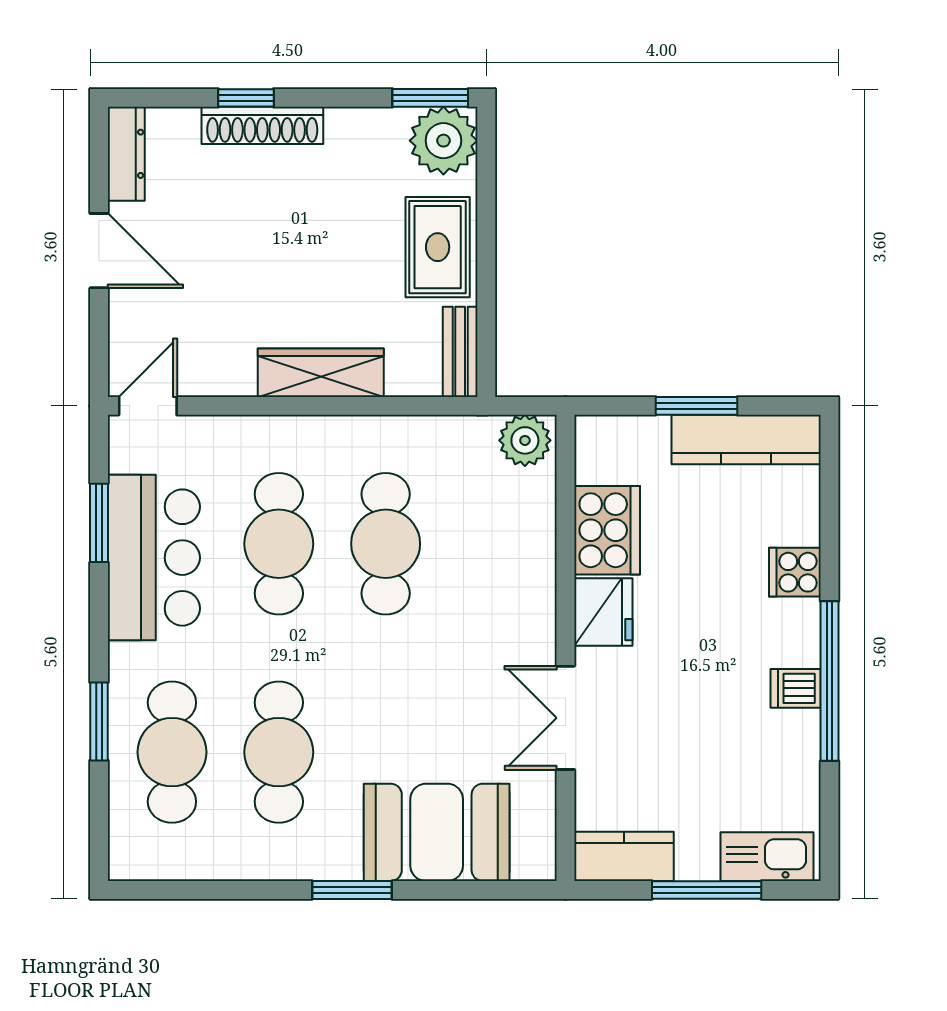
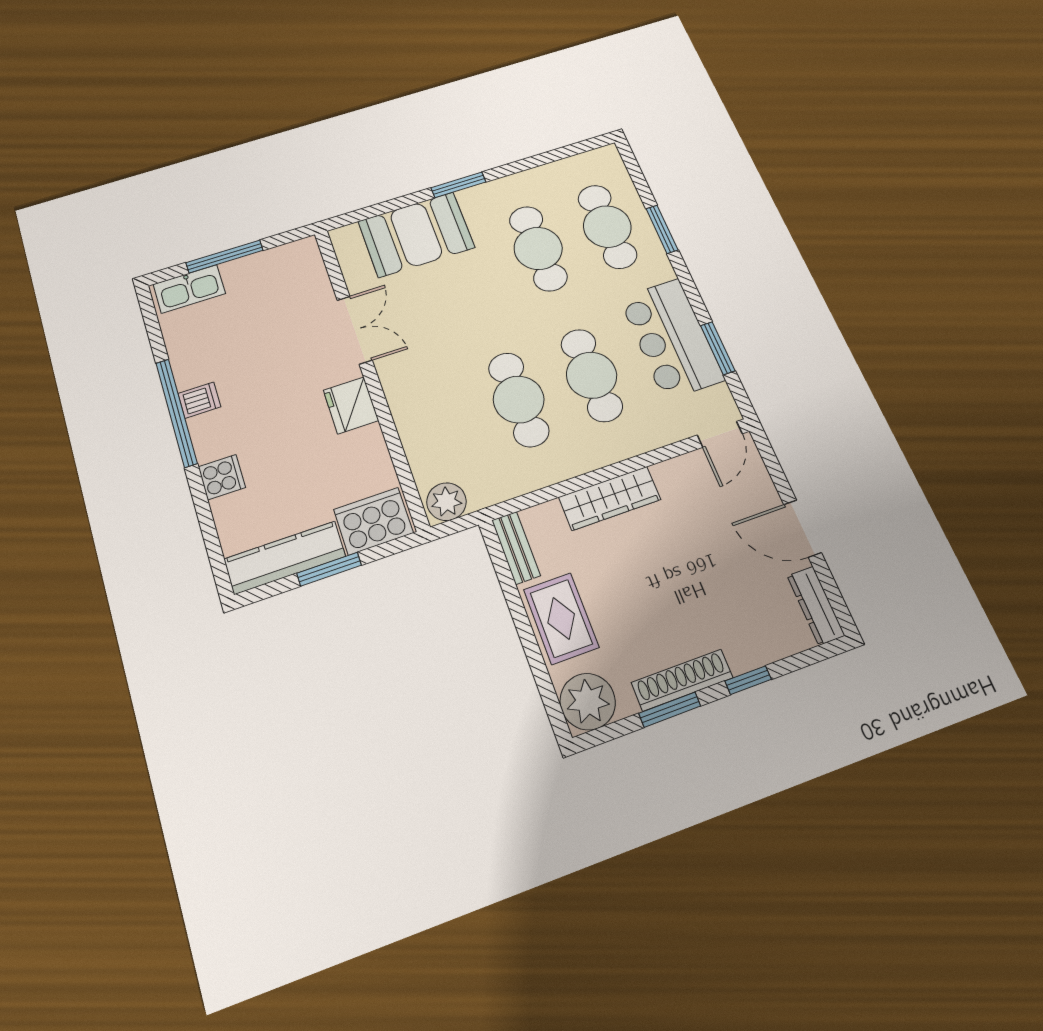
window: (430, 98) -> (670, 710), moved
shoe rack: (262, 125) -> (682, 680), moved
cooker: (607, 530) -> (373, 521), moved, turned 90
kitchen counter: (624, 856) -> (287, 259), removed

